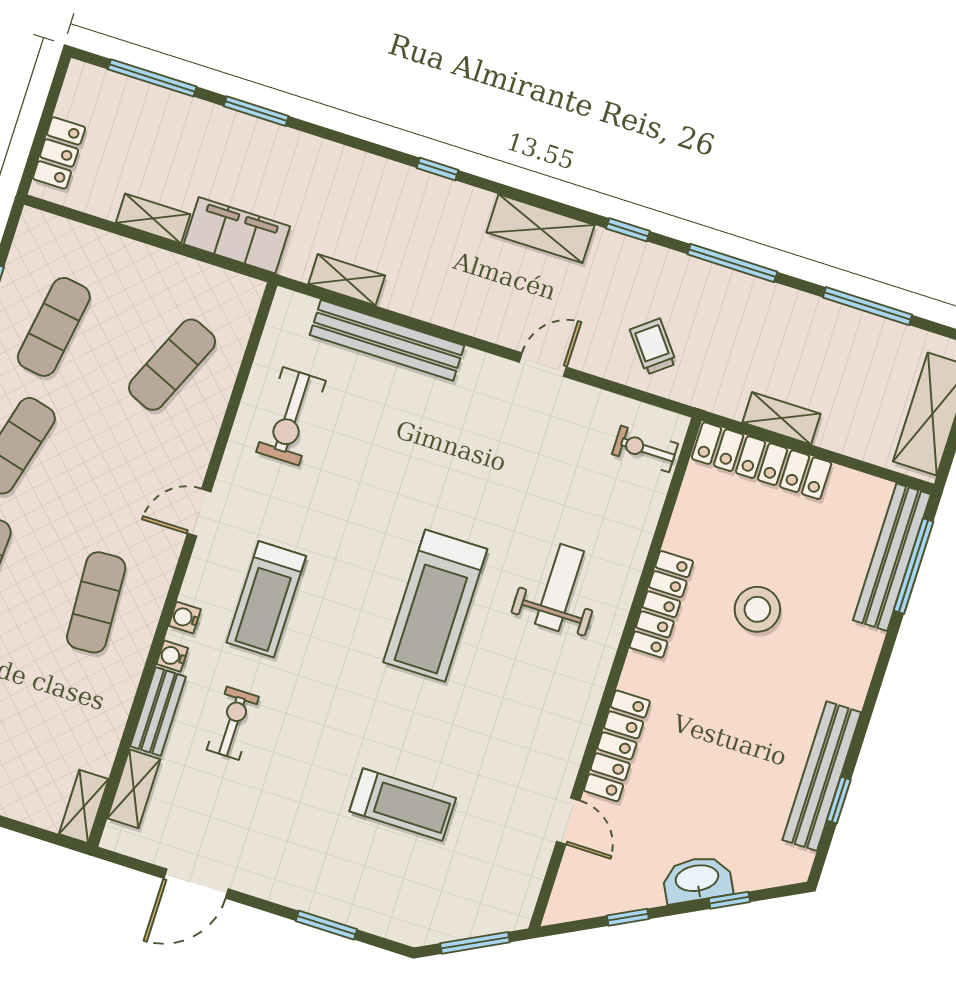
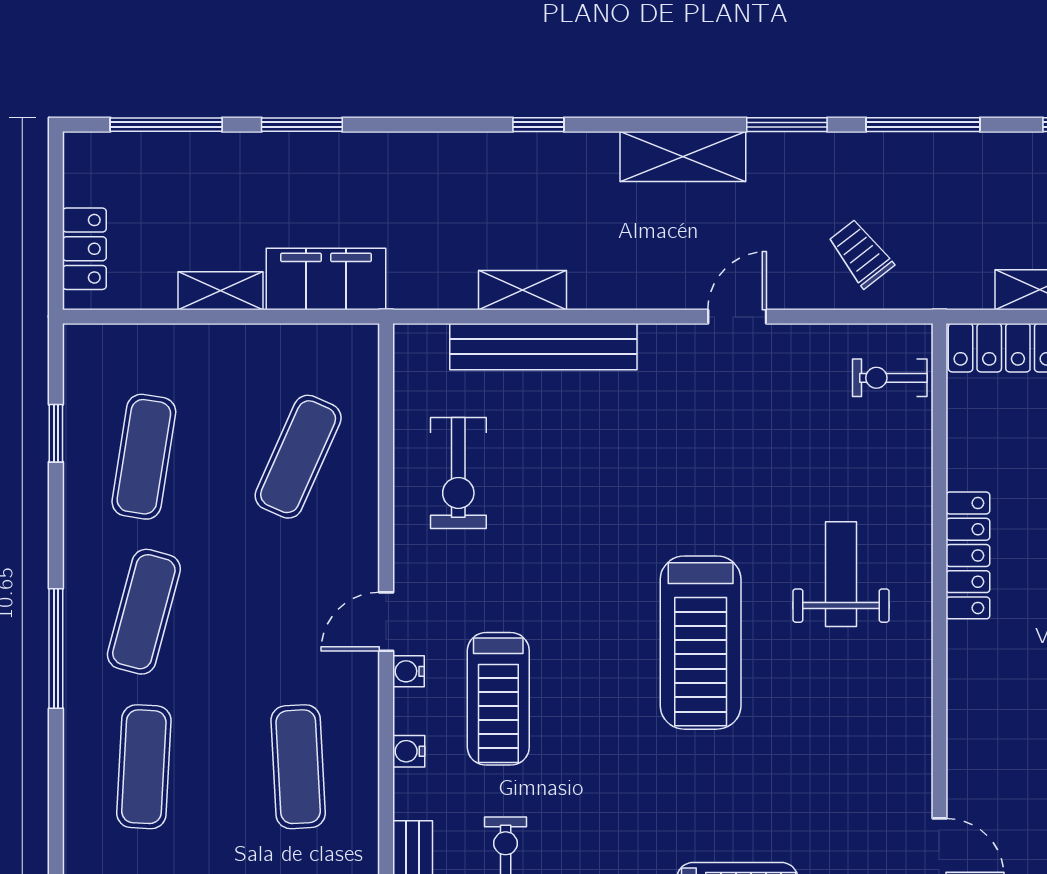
window: (628, 230) -> (787, 125), width x1.50
shelving: (347, 280) -> (522, 290), moved
water cooler: (172, 656) -> (408, 671), moved
locker: (617, 746) -> (969, 740), removed

